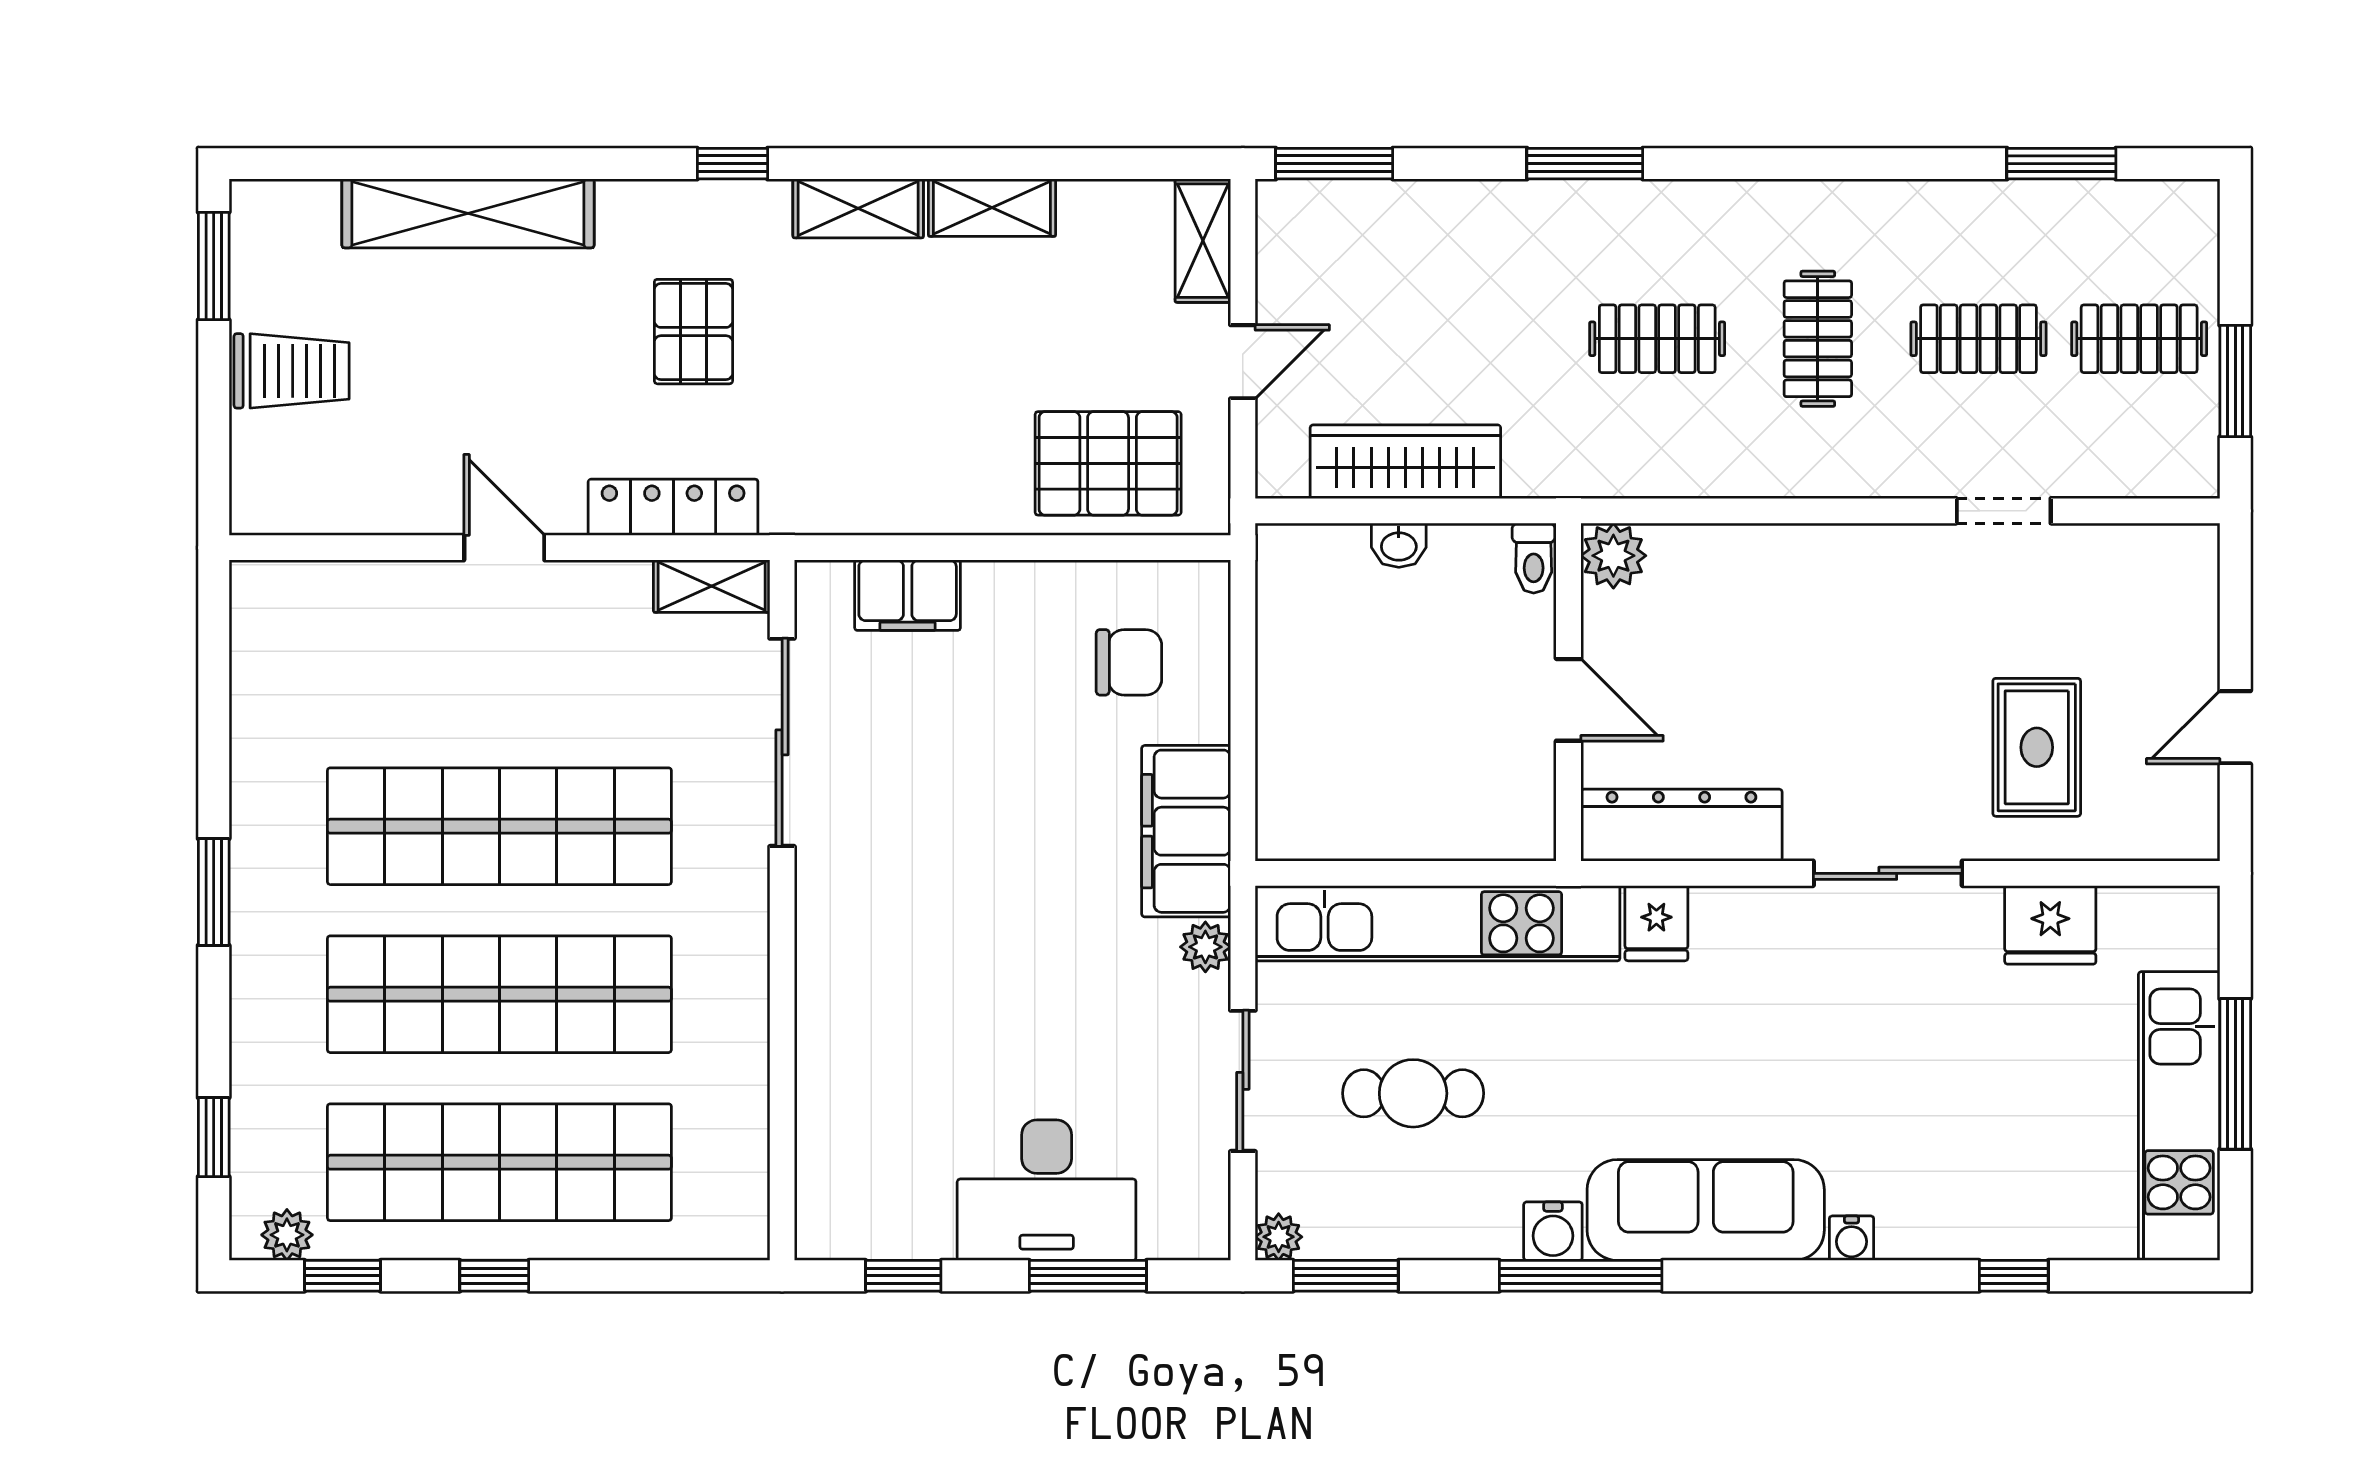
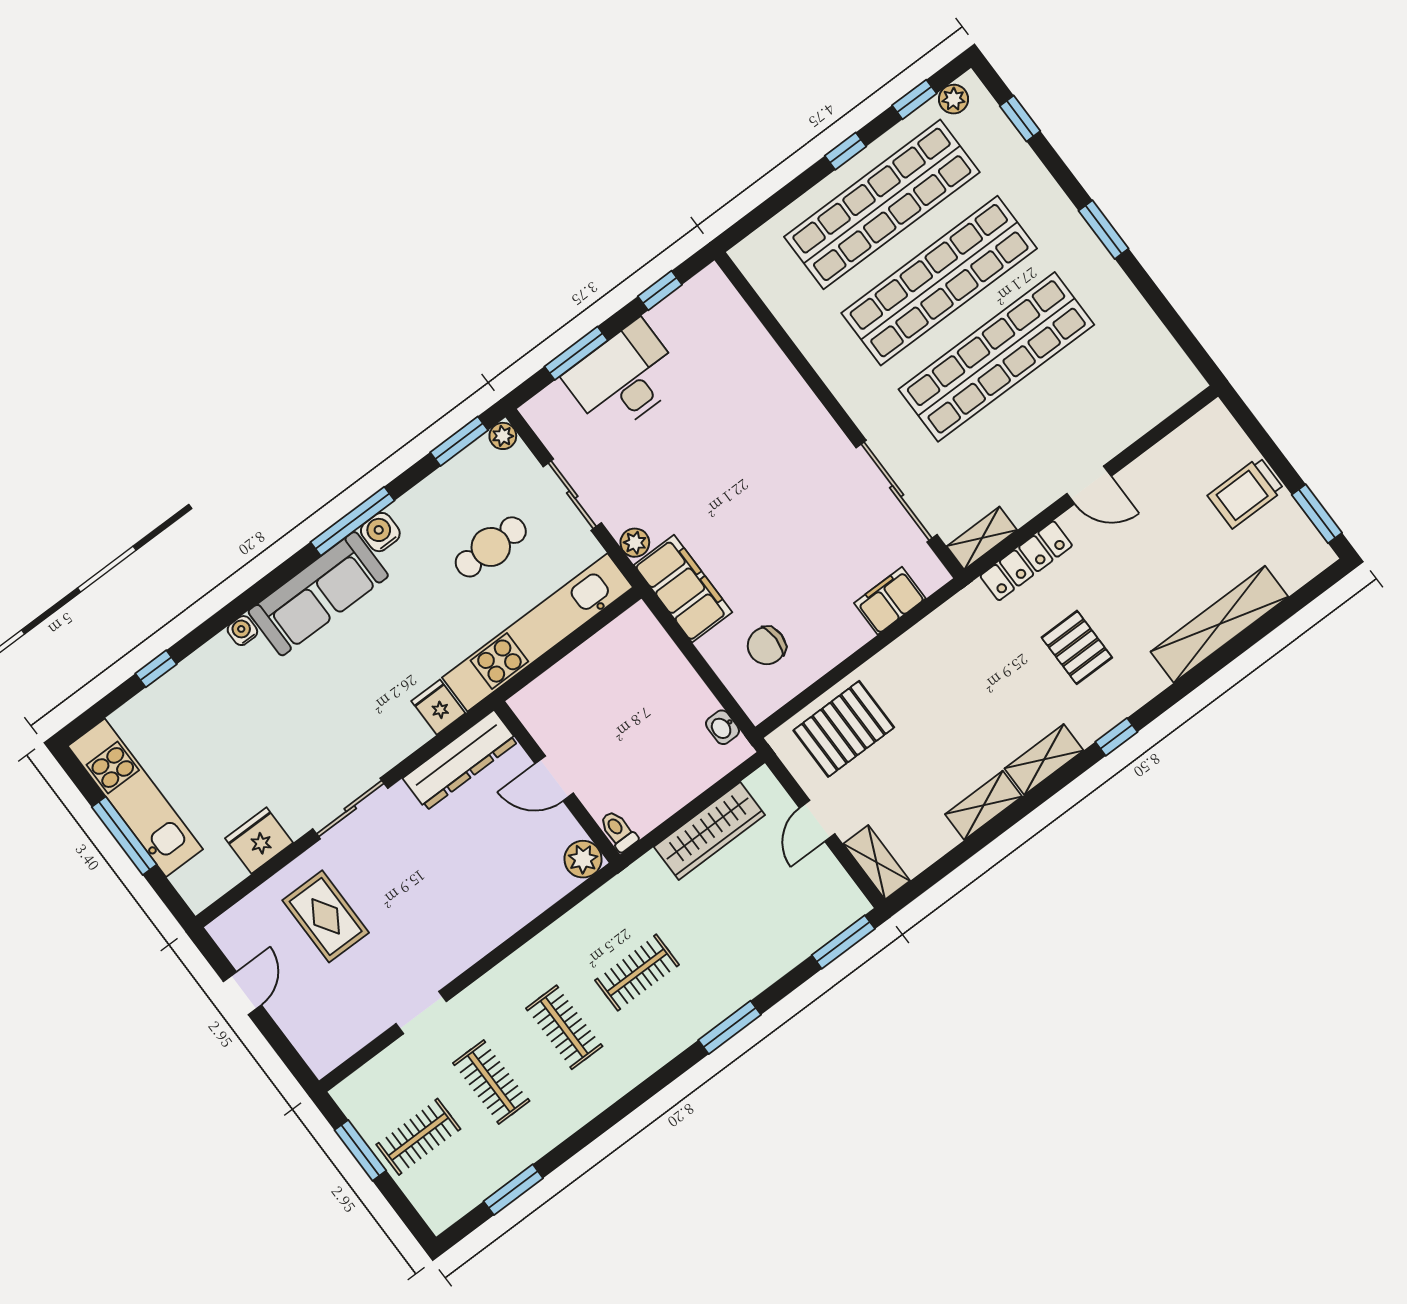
clothes rail: (1978, 339) -> (491, 1082), turned 90
washbasin: (1399, 545) -> (722, 727), moved, turned -90

